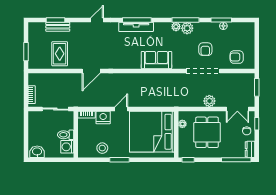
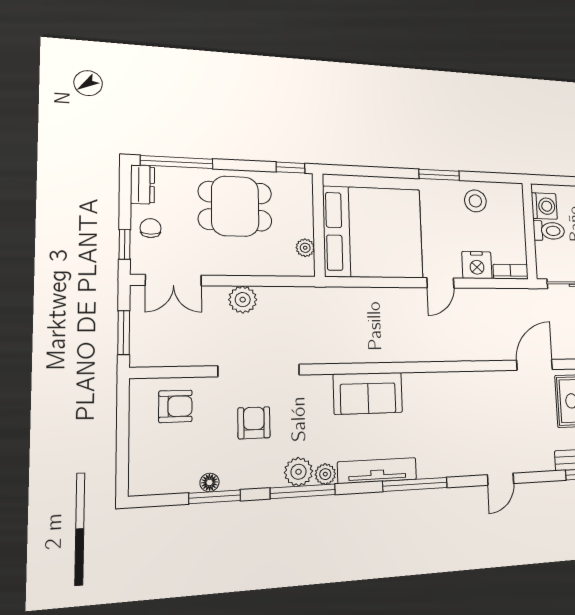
tv unit: (136, 27) -> (377, 471), moved
door: (91, 71) -> (535, 365), moved
double door: (237, 109) -> (173, 280), swing flipped
dining table: (207, 132) -> (235, 206), moved, turned 90

